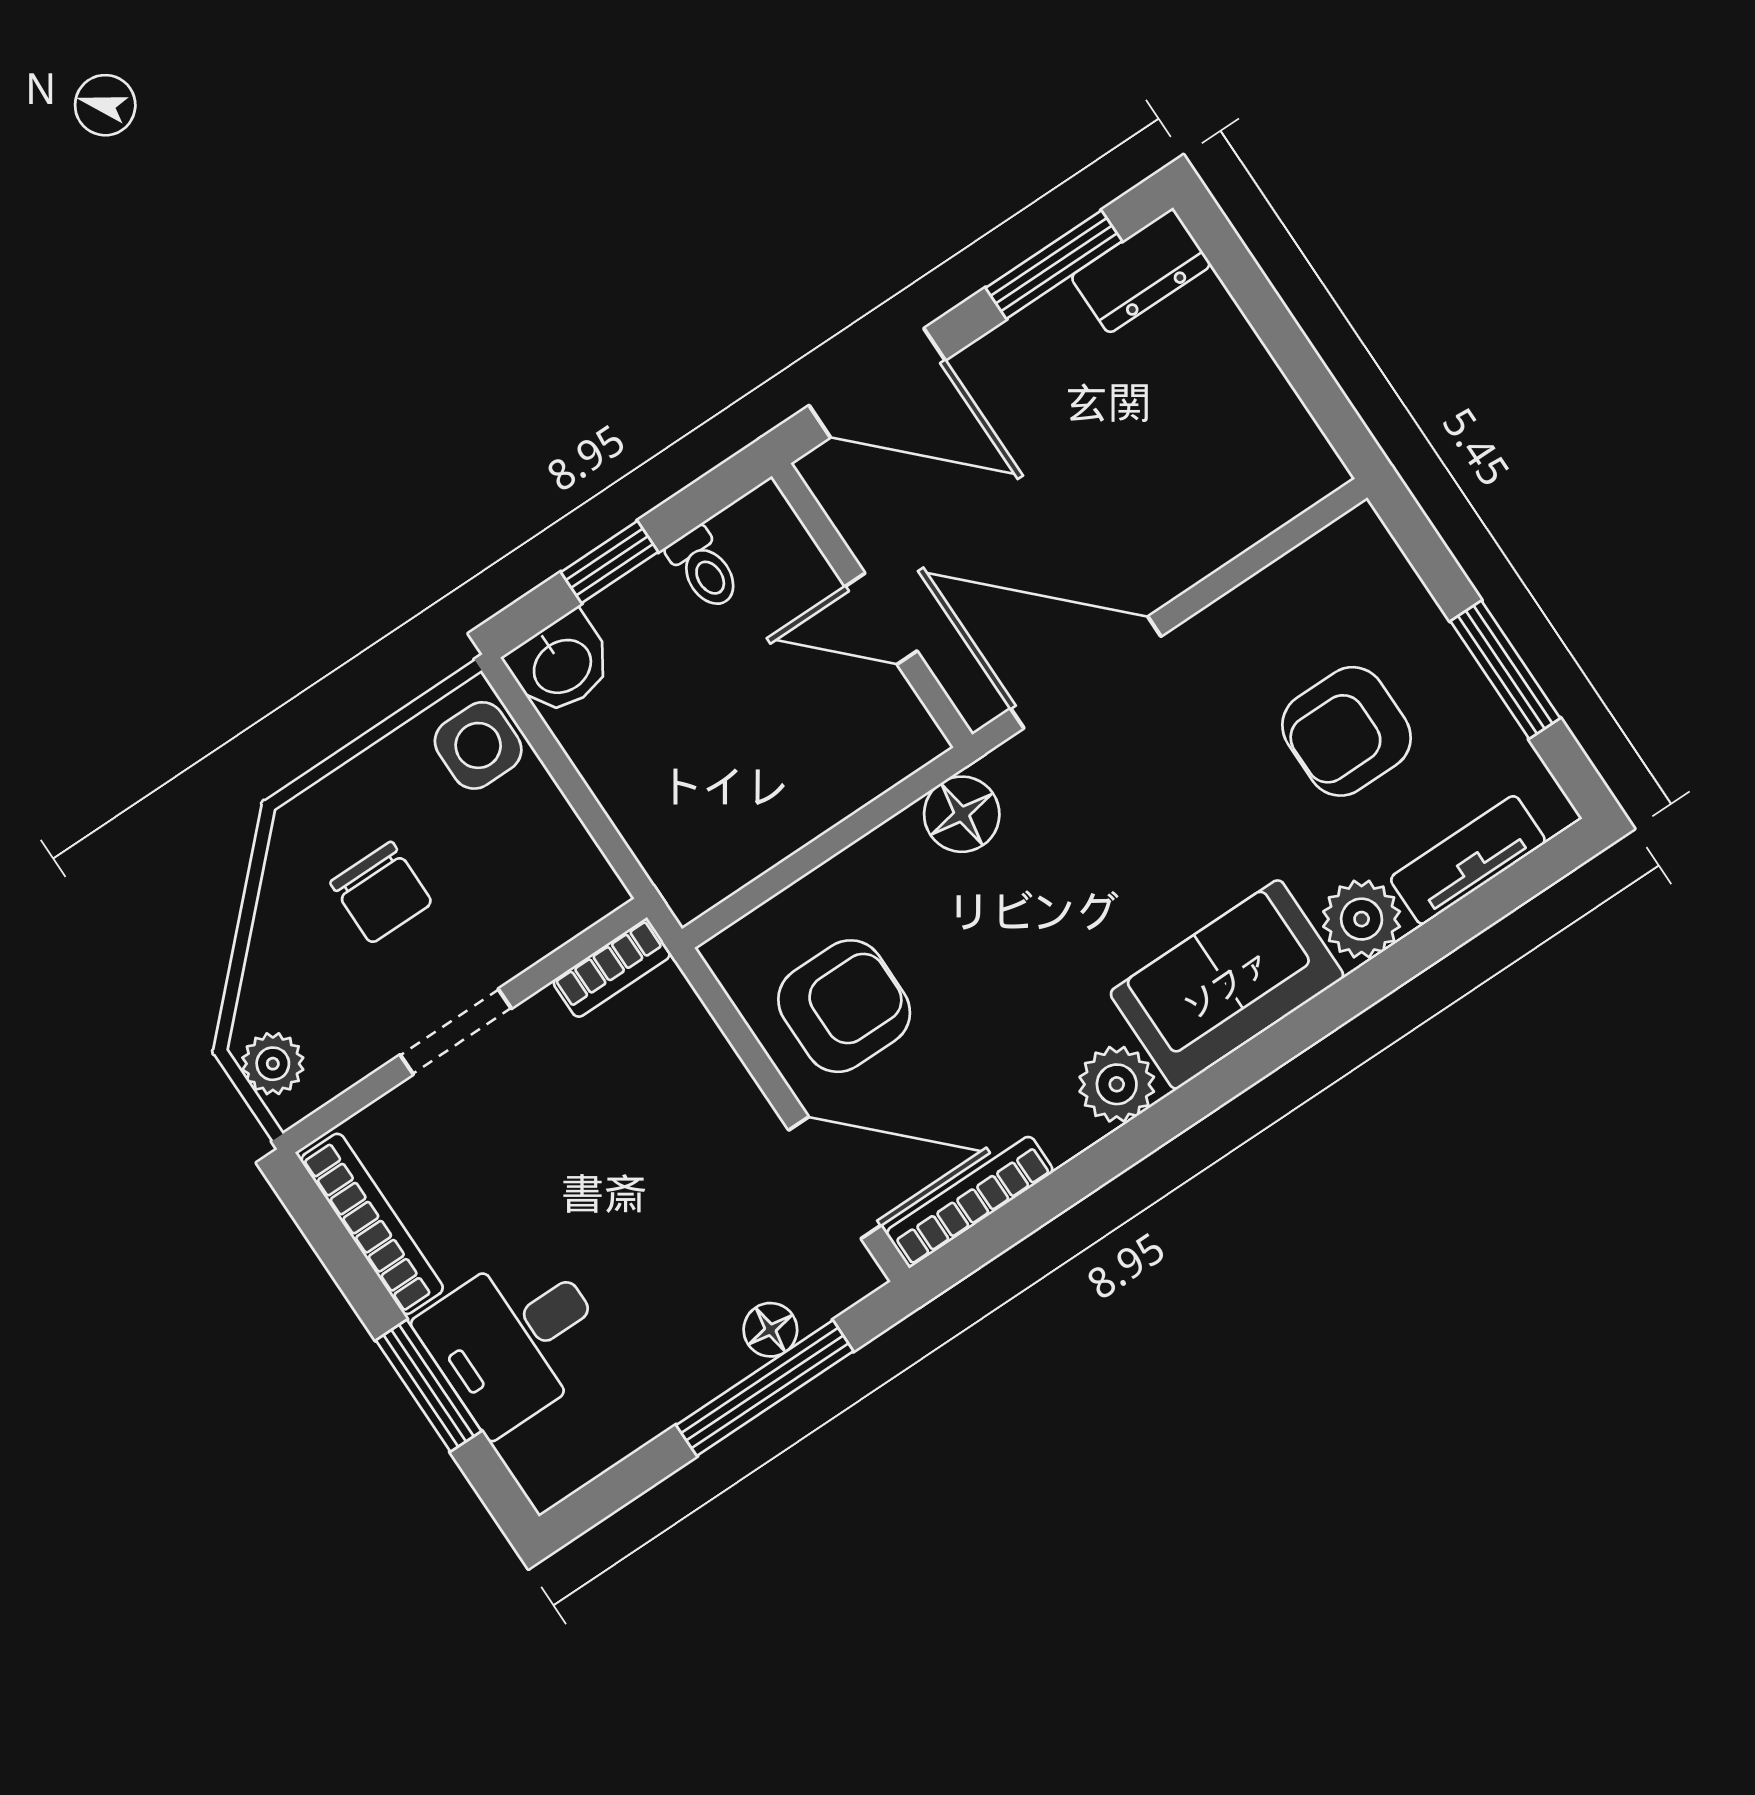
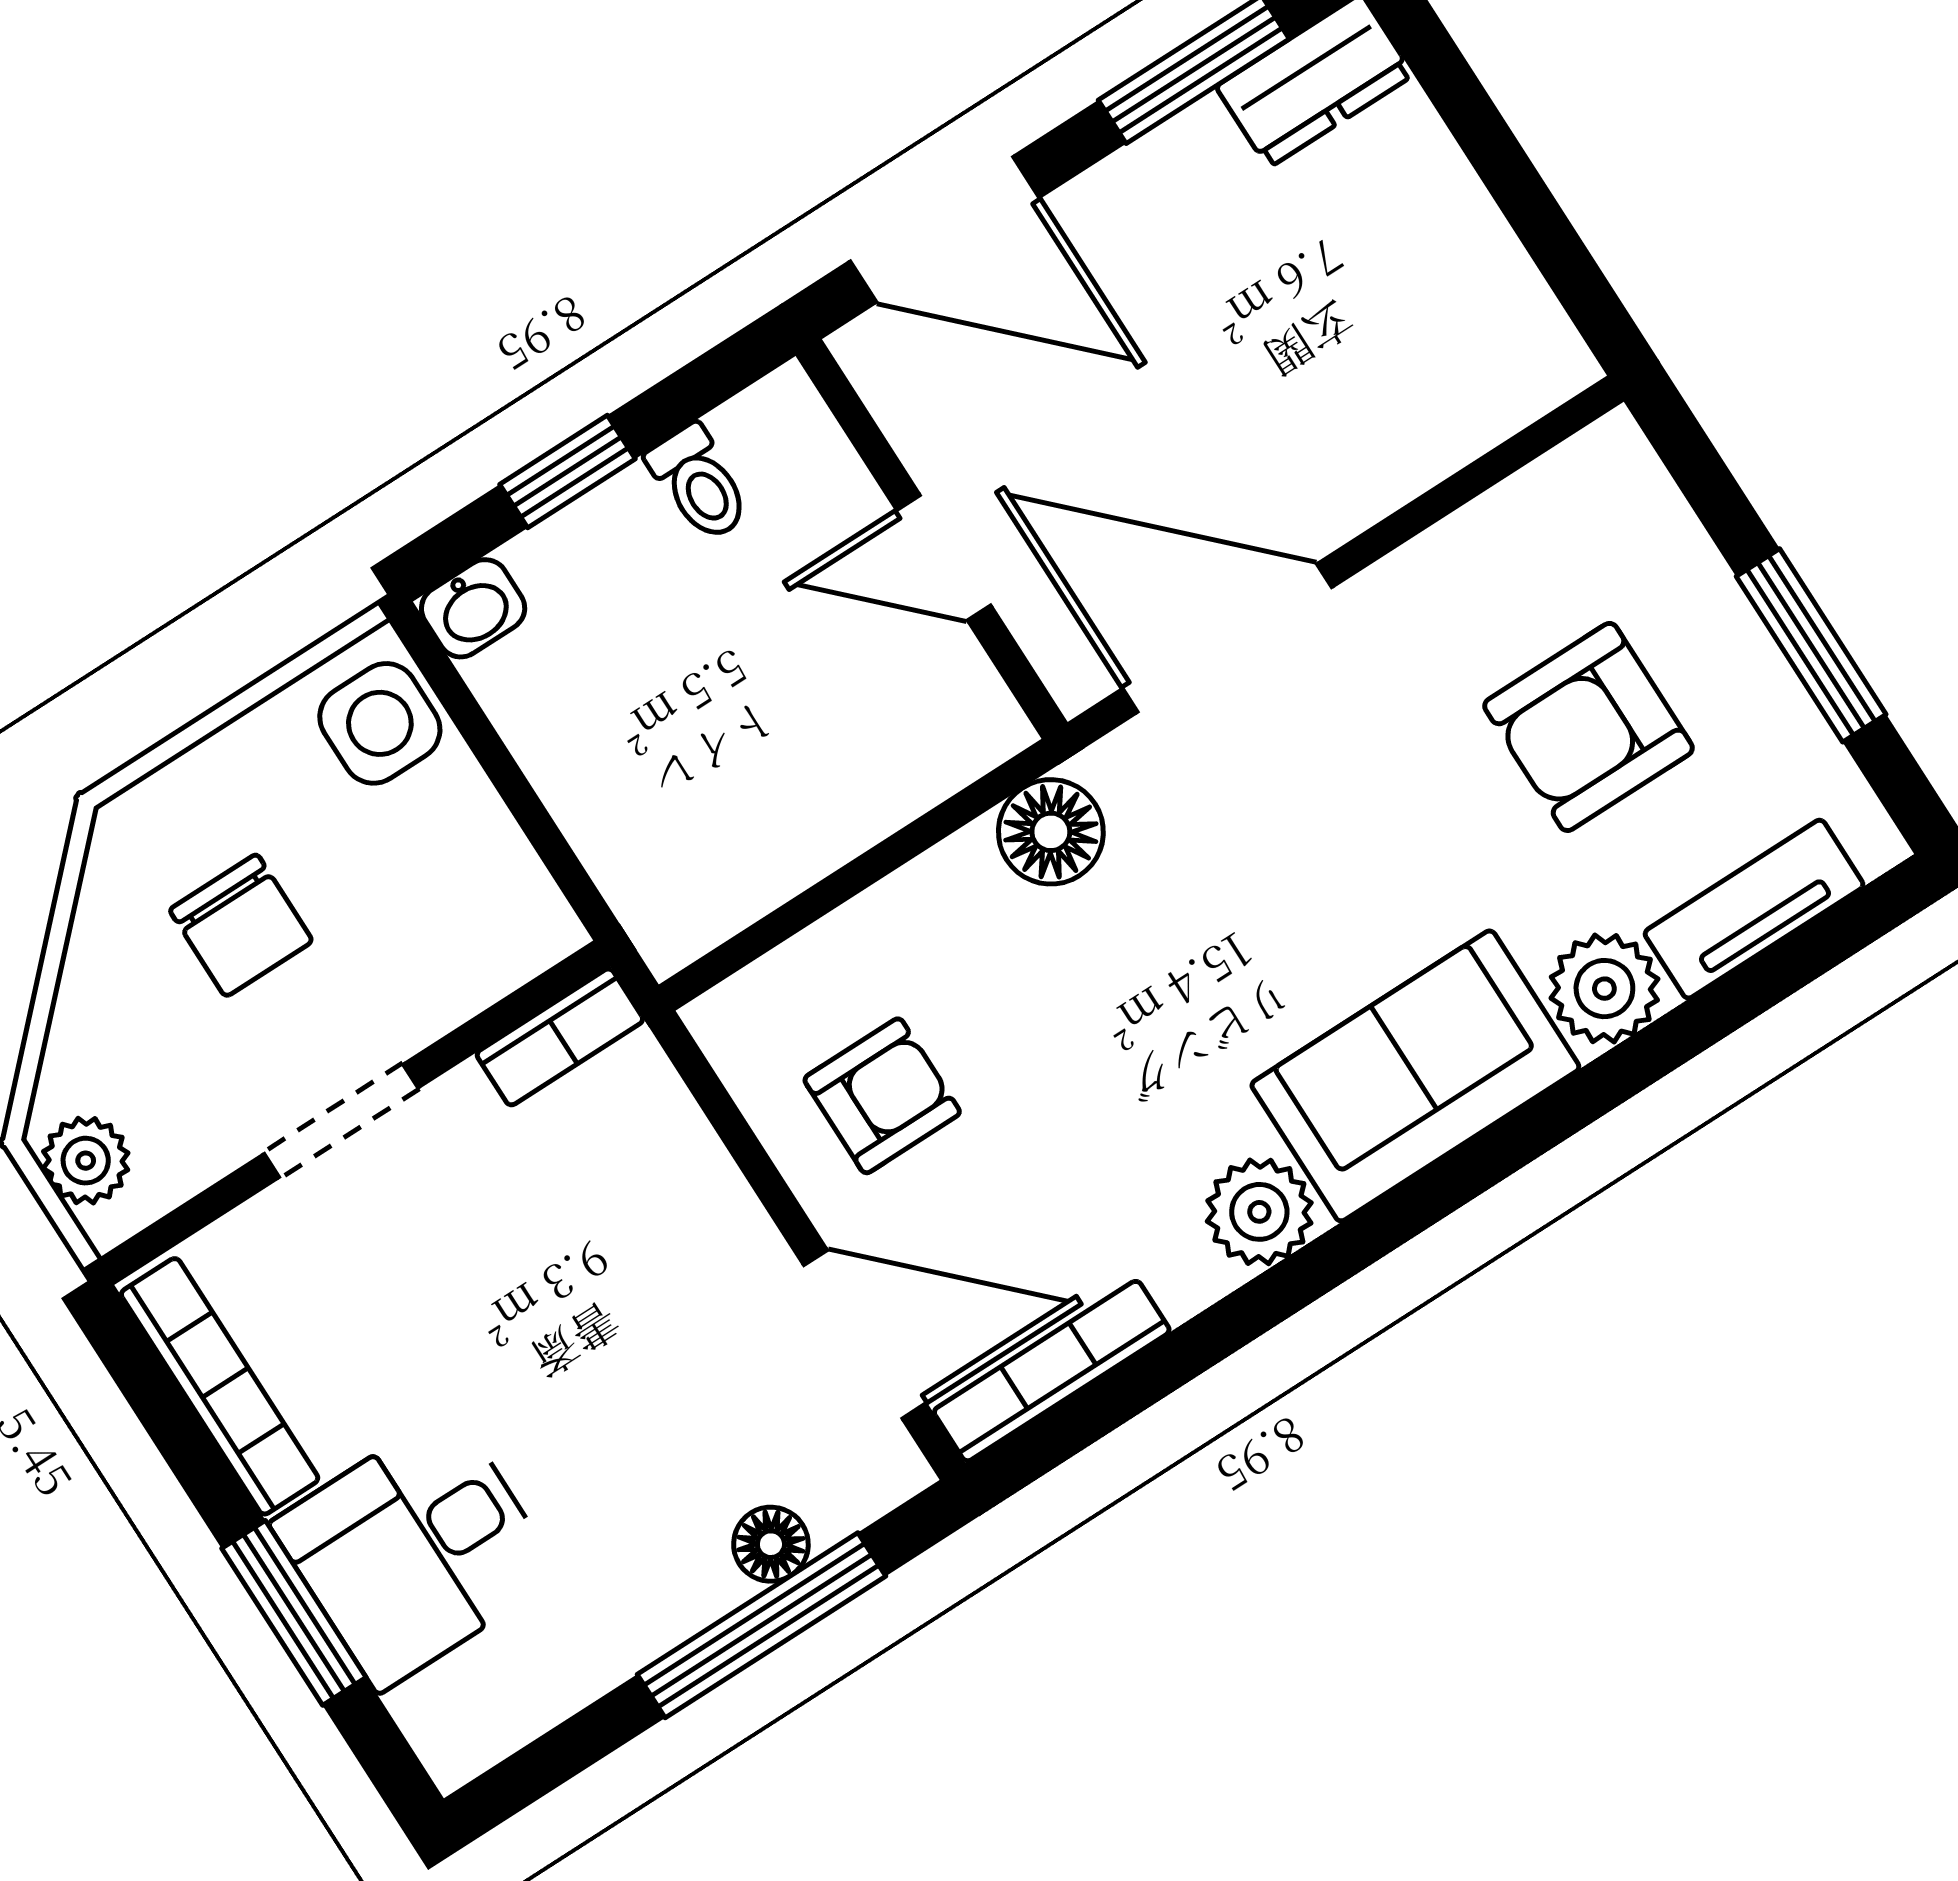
washbasin: (561, 664) -> (473, 608), width x0.72, depth x0.69
armchair: (844, 1006) -> (882, 1096), width x0.72, depth x0.72

